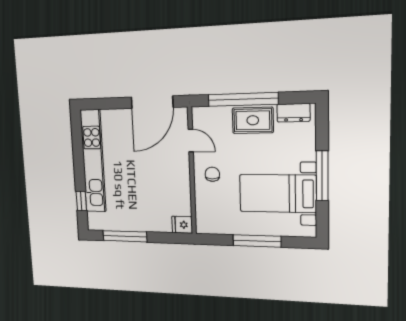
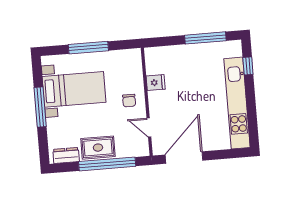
fridge: (182, 225) -> (156, 83), moved

